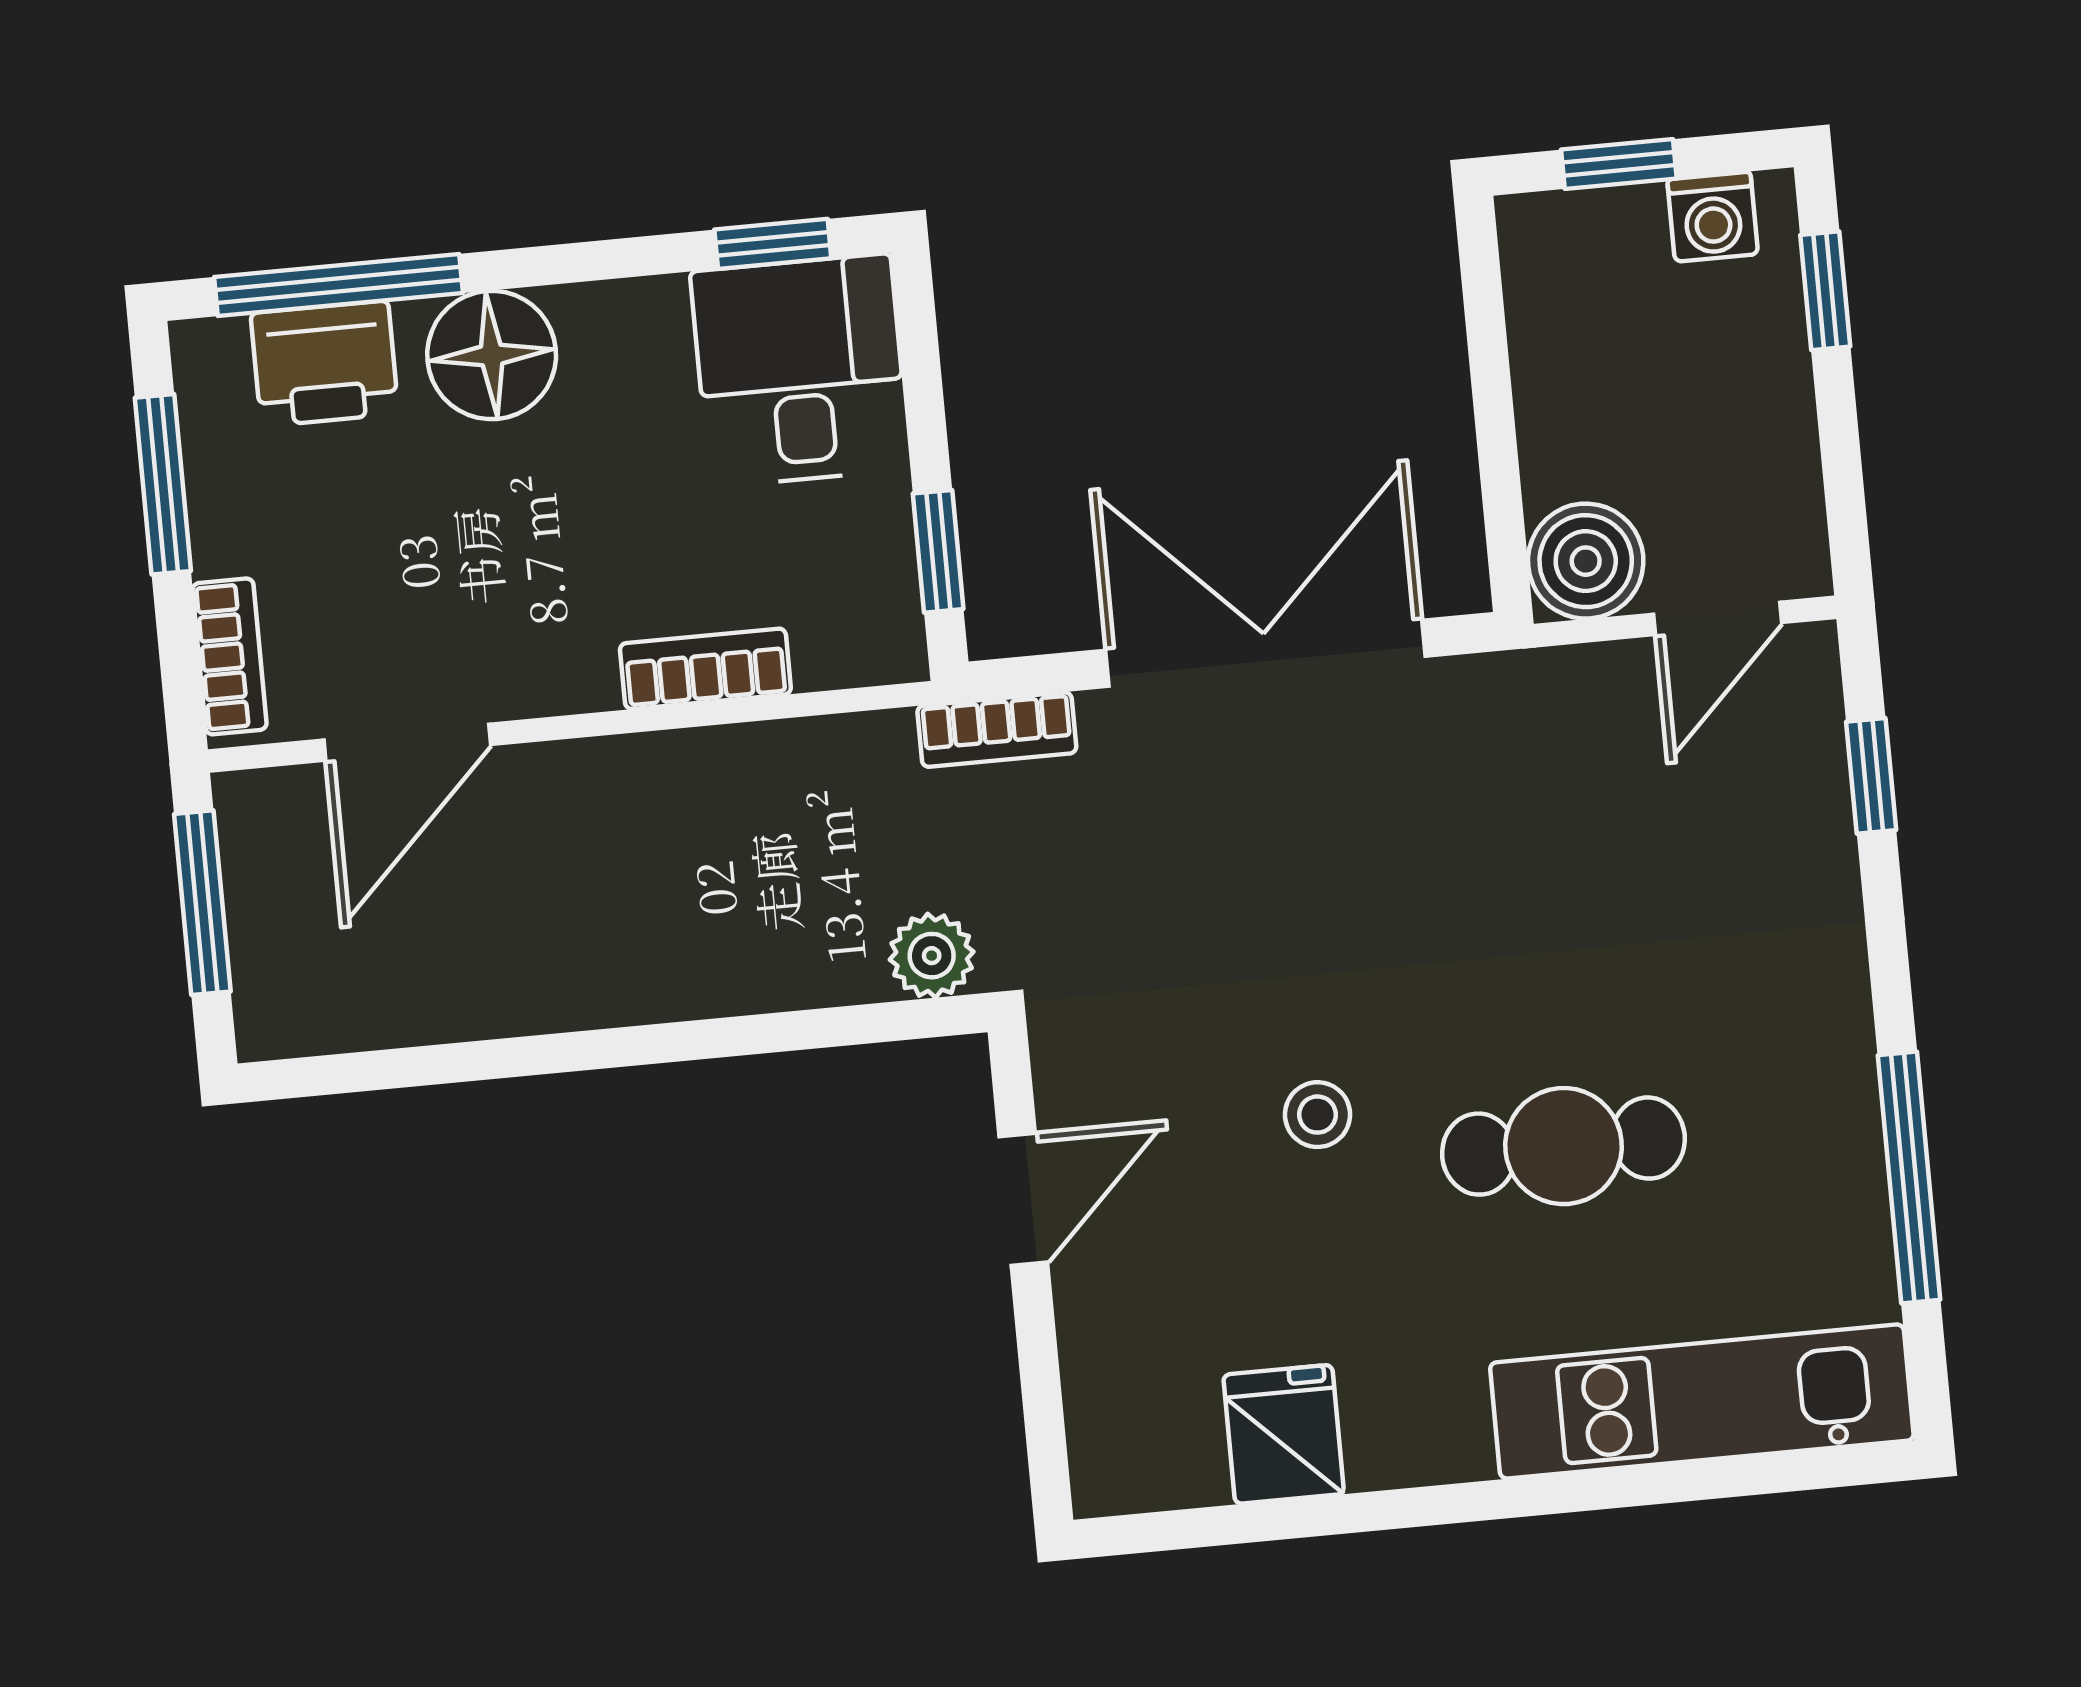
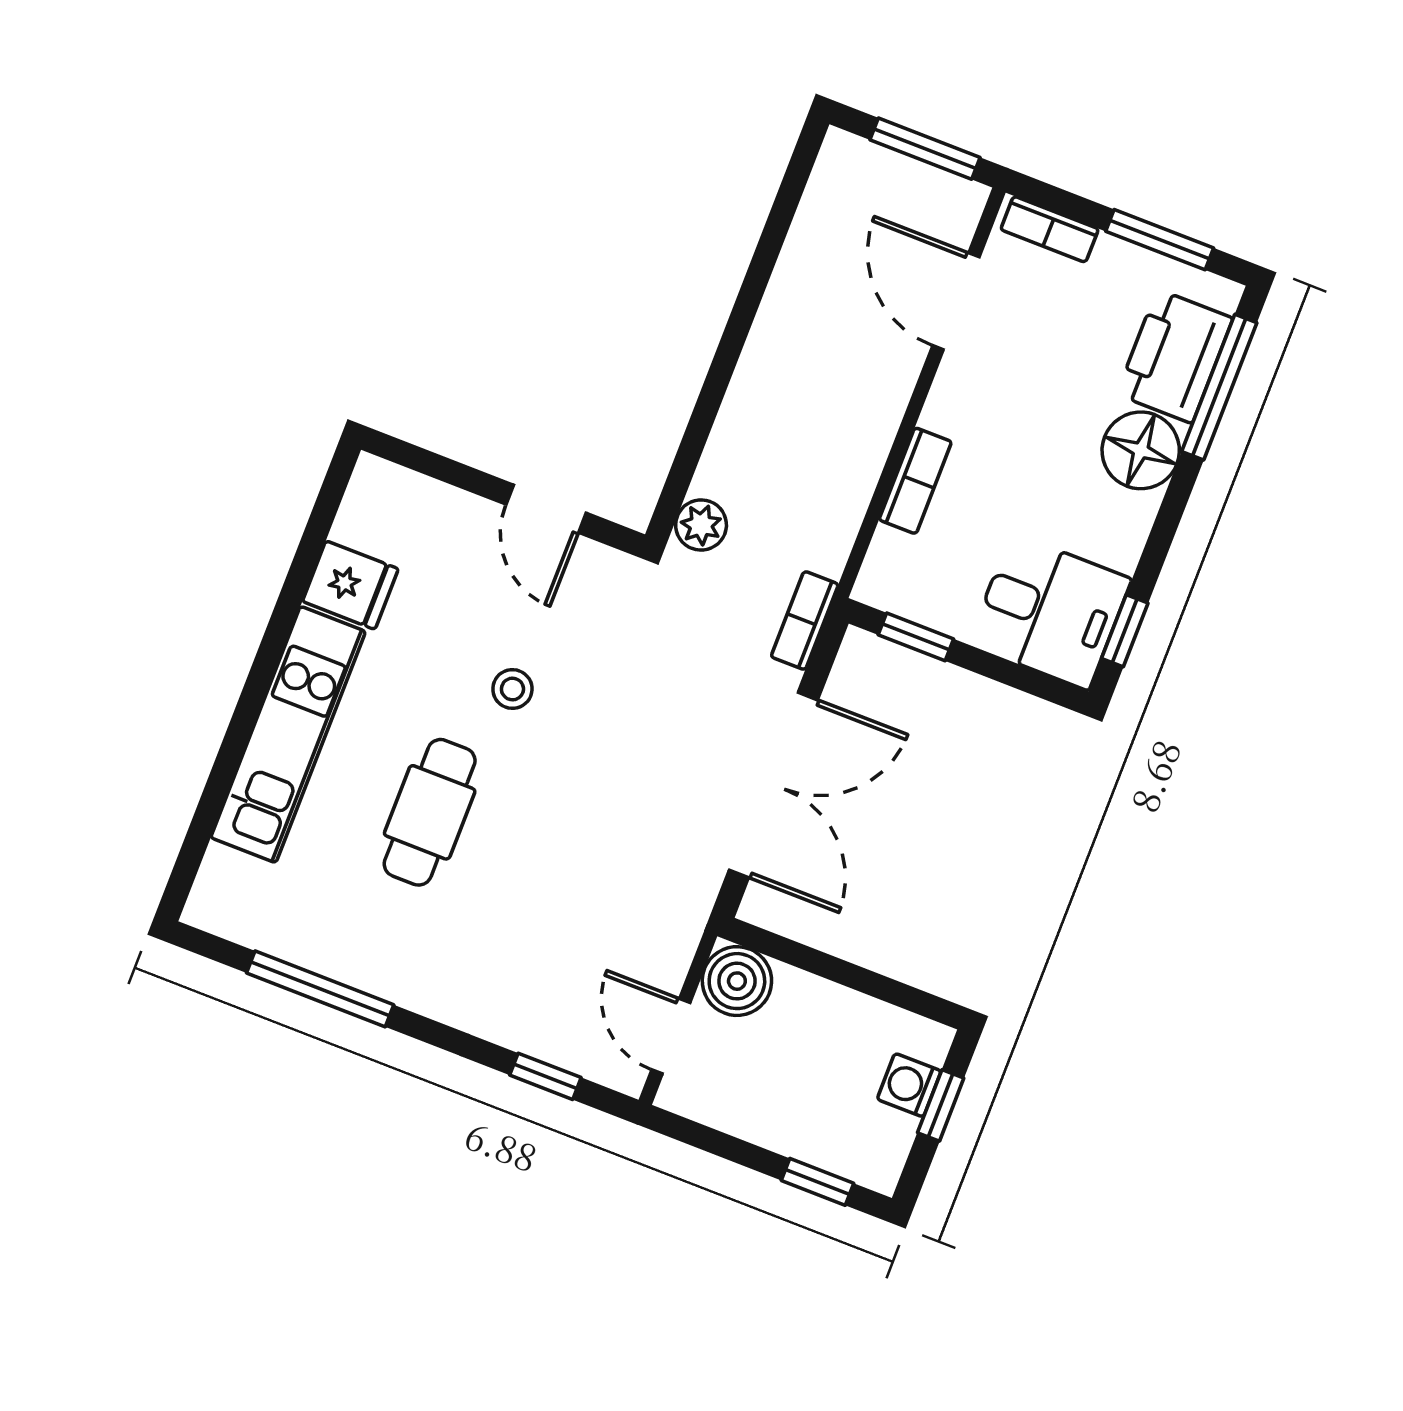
washing machine: (1713, 217) -> (909, 1085), moved
printer: (325, 363) -> (1175, 356), width x1.37, depth x1.19
kitchen unit: (1702, 1401) -> (288, 735), moved

